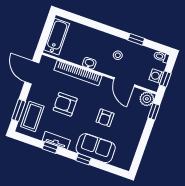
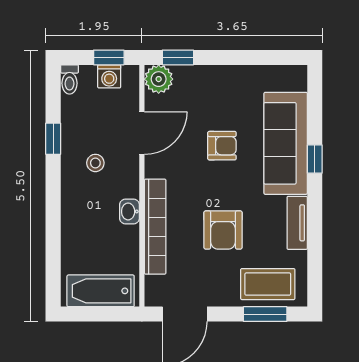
window: (50, 148) -> (315, 230), removed
sofa: (96, 148) -> (286, 143), width x1.36

